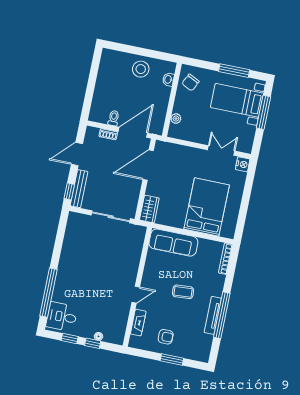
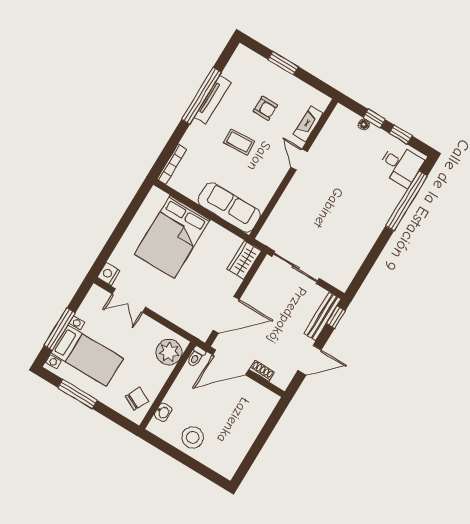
toilet: (114, 118) -> (196, 357), moved
plant: (176, 119) -> (169, 352), width x1.88, depth x1.88
door: (136, 295) -> (299, 160), hinge flipped
armchair: (166, 337) -> (265, 108), moved, turned 180

